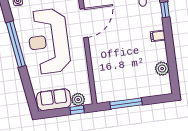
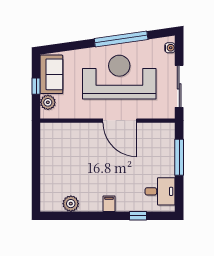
door: (84, 23) -> (120, 121), moved
window: (126, 103) -> (36, 157), removed
window: (77, 110) -> (36, 86), moved

